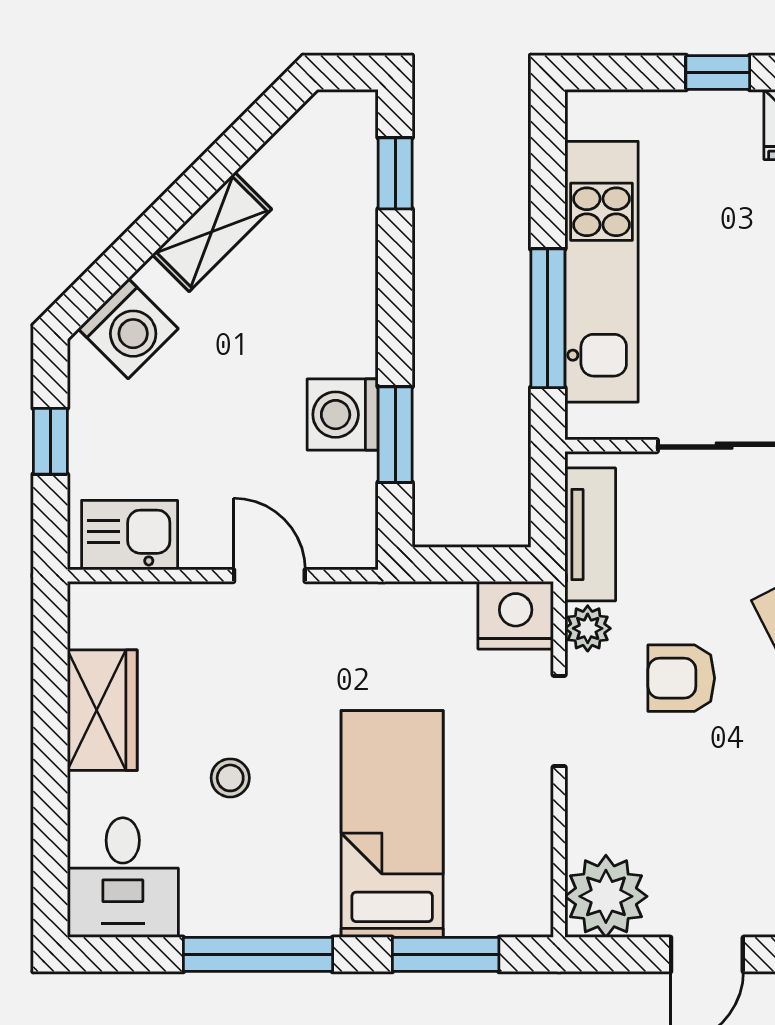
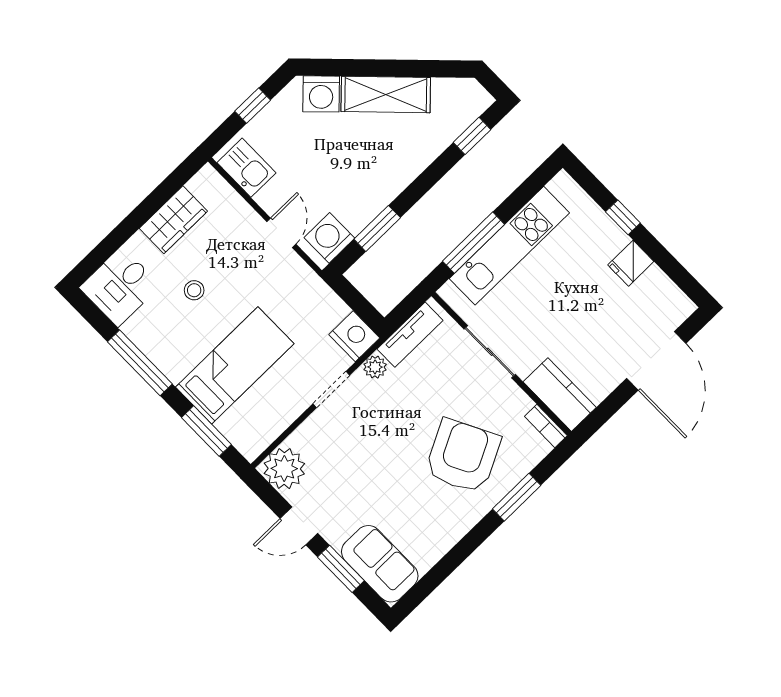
shelving: (212, 232) -> (386, 95), width x1.50, depth x1.33
washing machine: (343, 415) -> (329, 238), moved
armchair: (681, 678) -> (390, 419), removed

